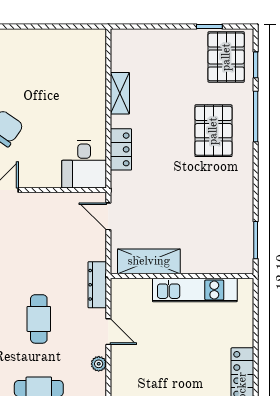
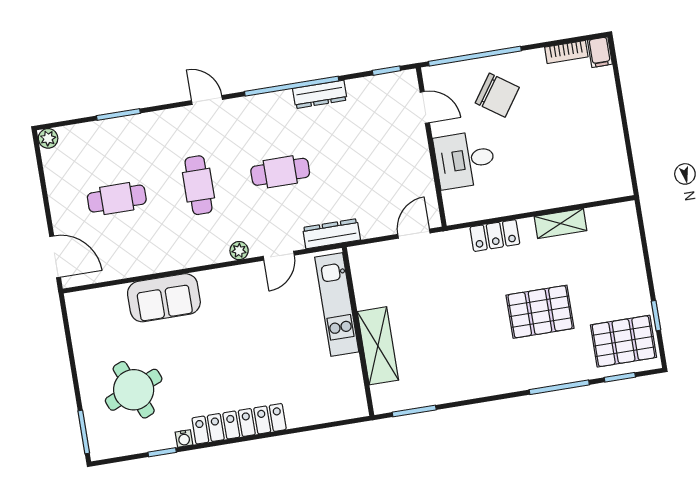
pallet: (213, 131) -> (540, 312), moved
desk: (84, 164) -> (465, 160), moved
shelving: (149, 261) -> (378, 346), moved
kitchen unit: (195, 290) -> (337, 304), moved

